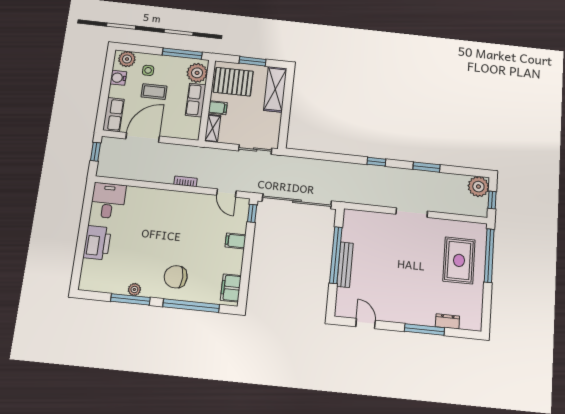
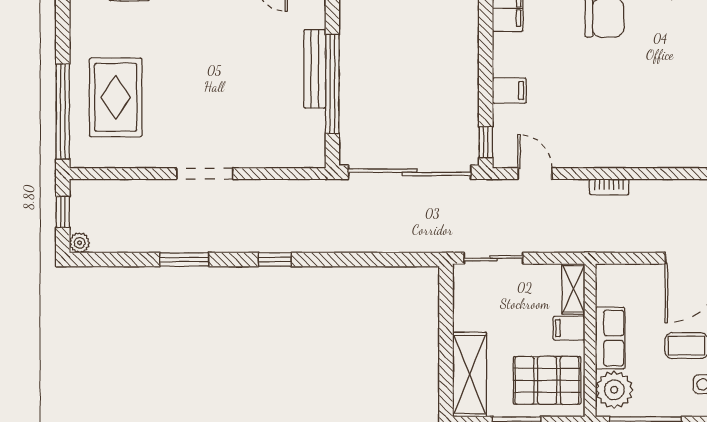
plant: (478, 187) -> (80, 243), width x0.53, depth x0.53

